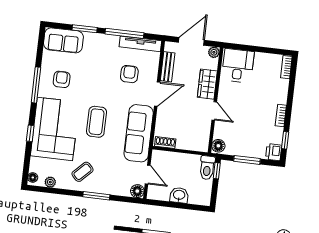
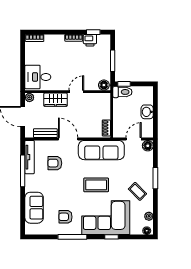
window: (85, 29) -> (23, 203), removed
sofa: (63, 40) -> (34, 208), moved
printer: (274, 152) -> (90, 40), moved

